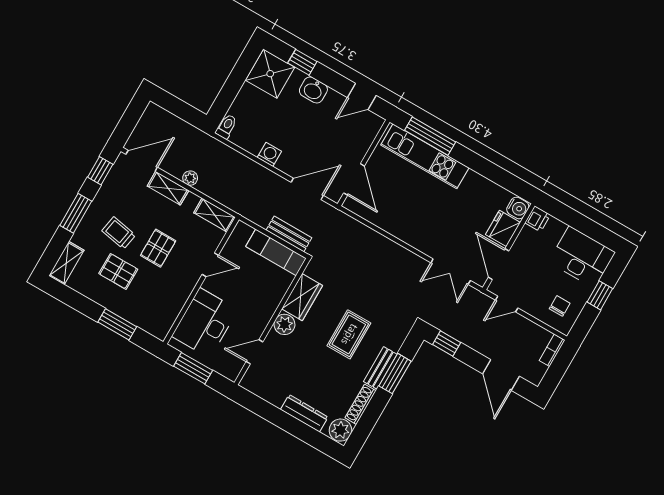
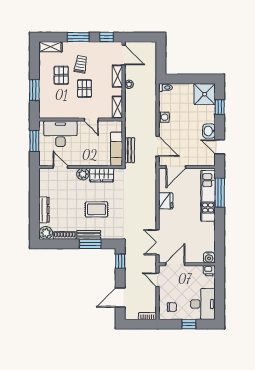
washbasin: (313, 90) -> (209, 131), moved
fridge: (503, 228) -> (166, 201), moved, turned 90
pallet: (158, 248) -> (84, 88), turned 90

